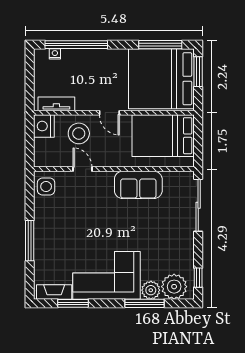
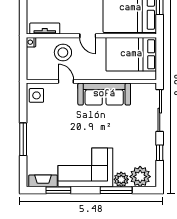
nightstand: (44, 126) -> (31, 42), width x0.53, depth x0.56
sofa: (138, 185) -> (104, 94), width x1.36
window: (198, 278) -> (160, 153), moved

